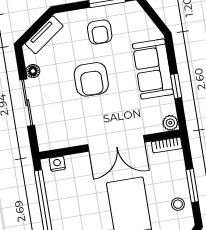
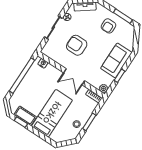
armchair: (91, 79) -> (77, 45), moved, turned 90
double door: (116, 143) -> (74, 77), width x0.73

